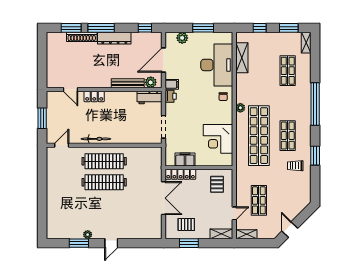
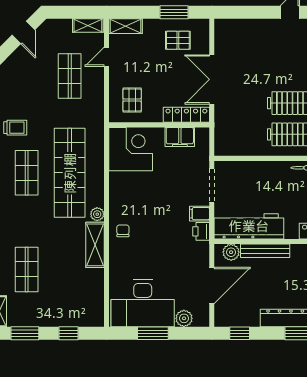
shelving: (242, 58) -> (95, 245), moved
desk: (217, 65) -> (143, 303), moved, turned -90
filing cabinet: (172, 84) -> (199, 214), moved
workbench: (150, 98) -> (249, 226), width x1.88, depth x1.32
corner desk: (218, 139) -> (131, 149), moved

